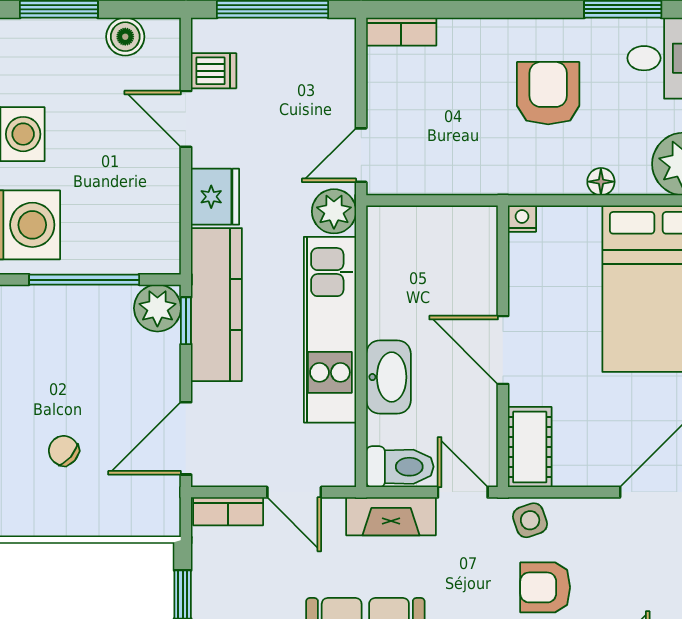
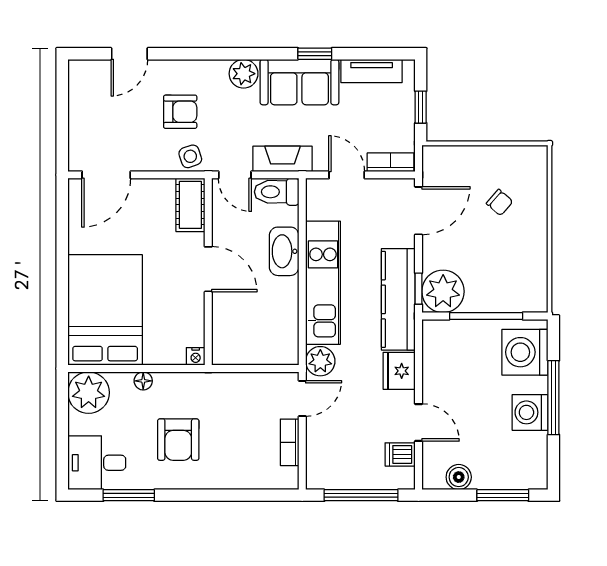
bookcase: (401, 32) -> (290, 442), moved, turned -90
plant: (157, 308) -> (443, 291), width x1.36, depth x1.36

